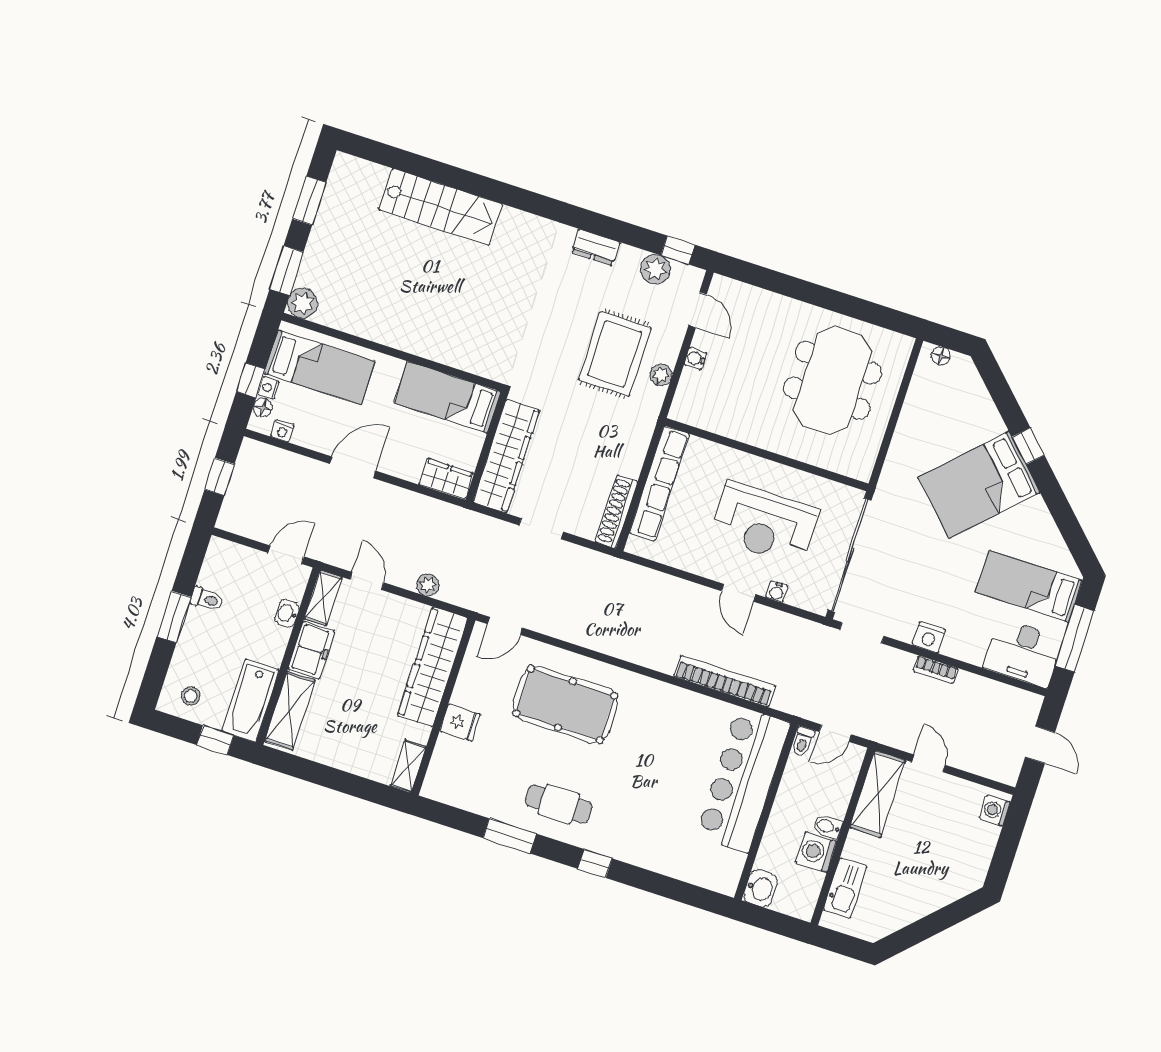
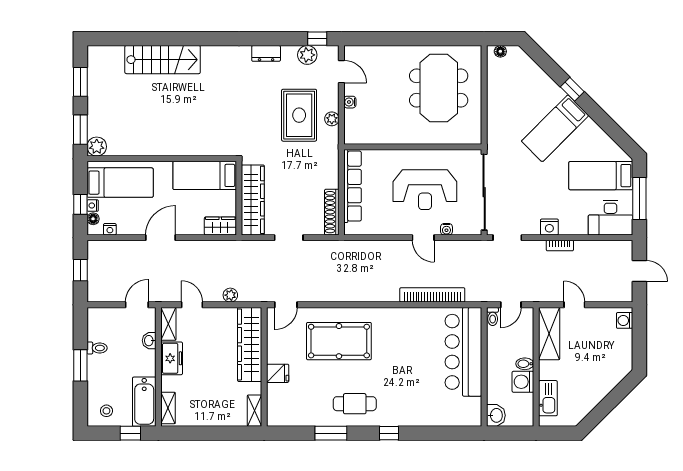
bed: (979, 485) -> (555, 128), width x0.67
shelving: (290, 711) -> (168, 408), width x0.67, depth x0.75

